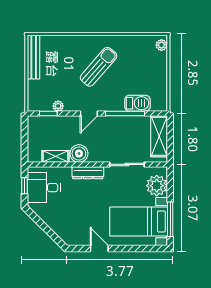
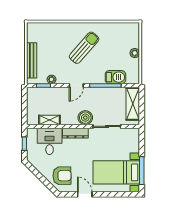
plant: (161, 45) -> (135, 53), moved
bench: (34, 57) -> (32, 60), moved
boiler: (79, 153) -> (85, 118), moved
plant: (157, 186) -> (131, 143), removed
desk: (44, 188) -> (50, 141), moved, turned 90
armchair: (71, 226) -> (62, 176), added

